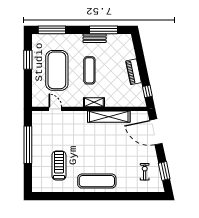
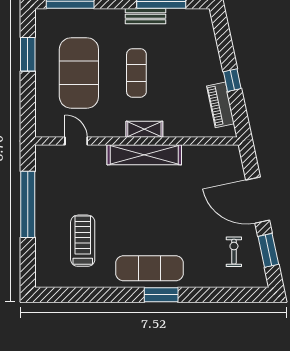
piano: (134, 72) -> (220, 105), moved
window: (147, 91) -> (232, 80), moved
shelving: (109, 117) -> (144, 155), moved
door: (156, 132) -> (258, 200), moved
window: (103, 196) -> (161, 295), added

